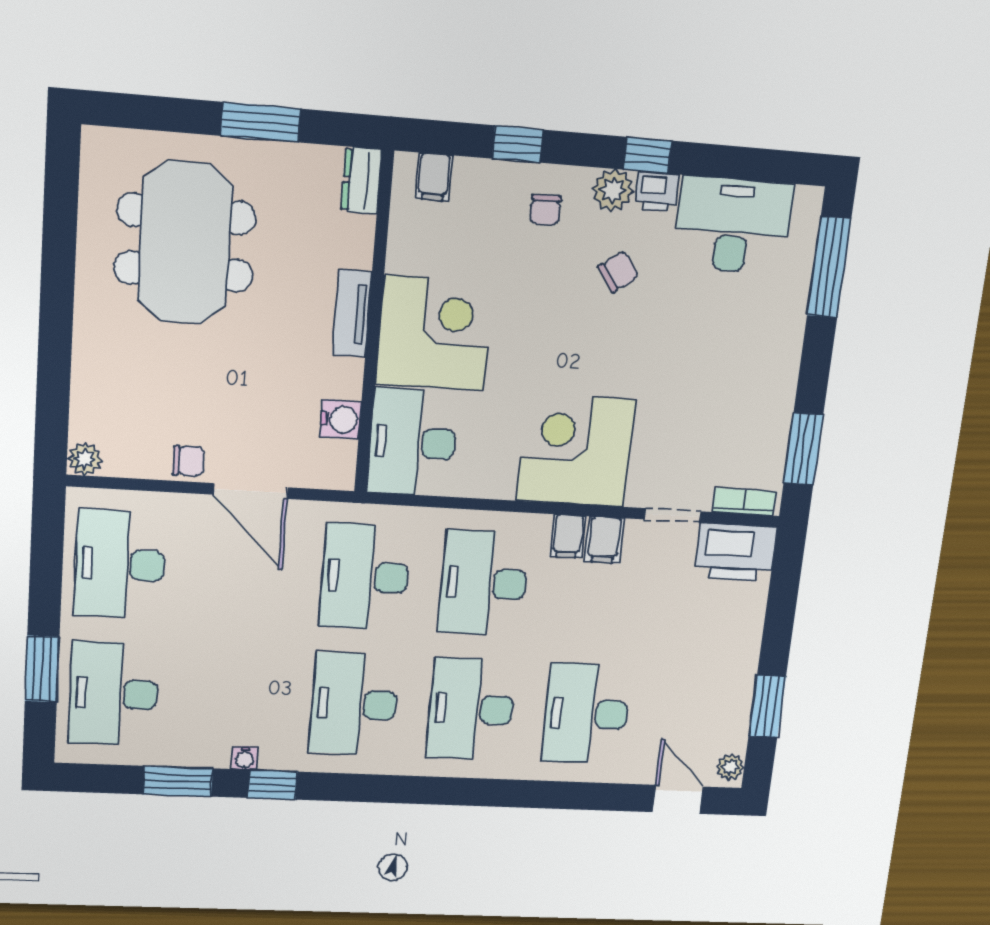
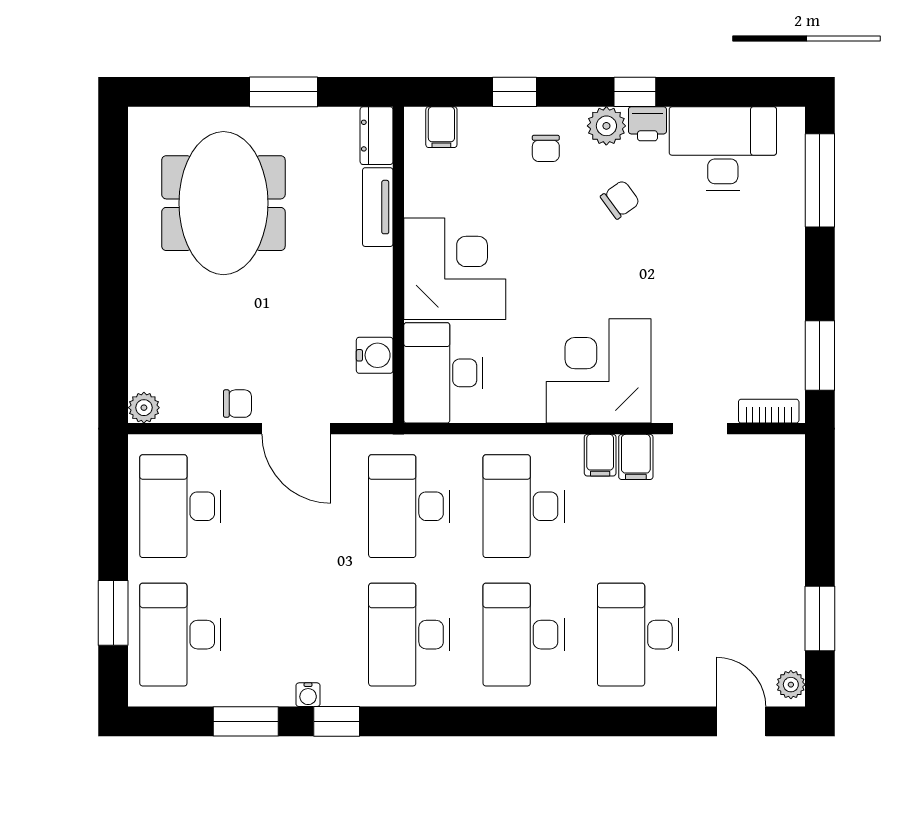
tv unit: (352, 313) -> (378, 207), moved
printer: (736, 552) -> (767, 462), removed

